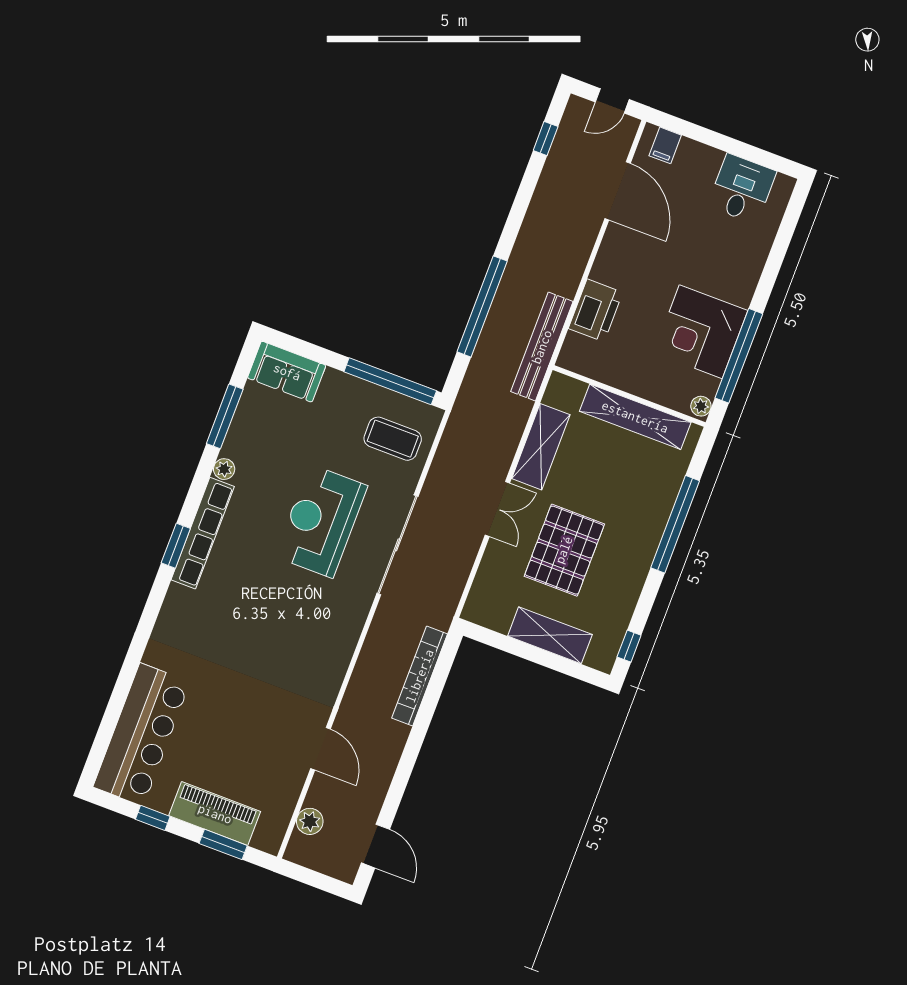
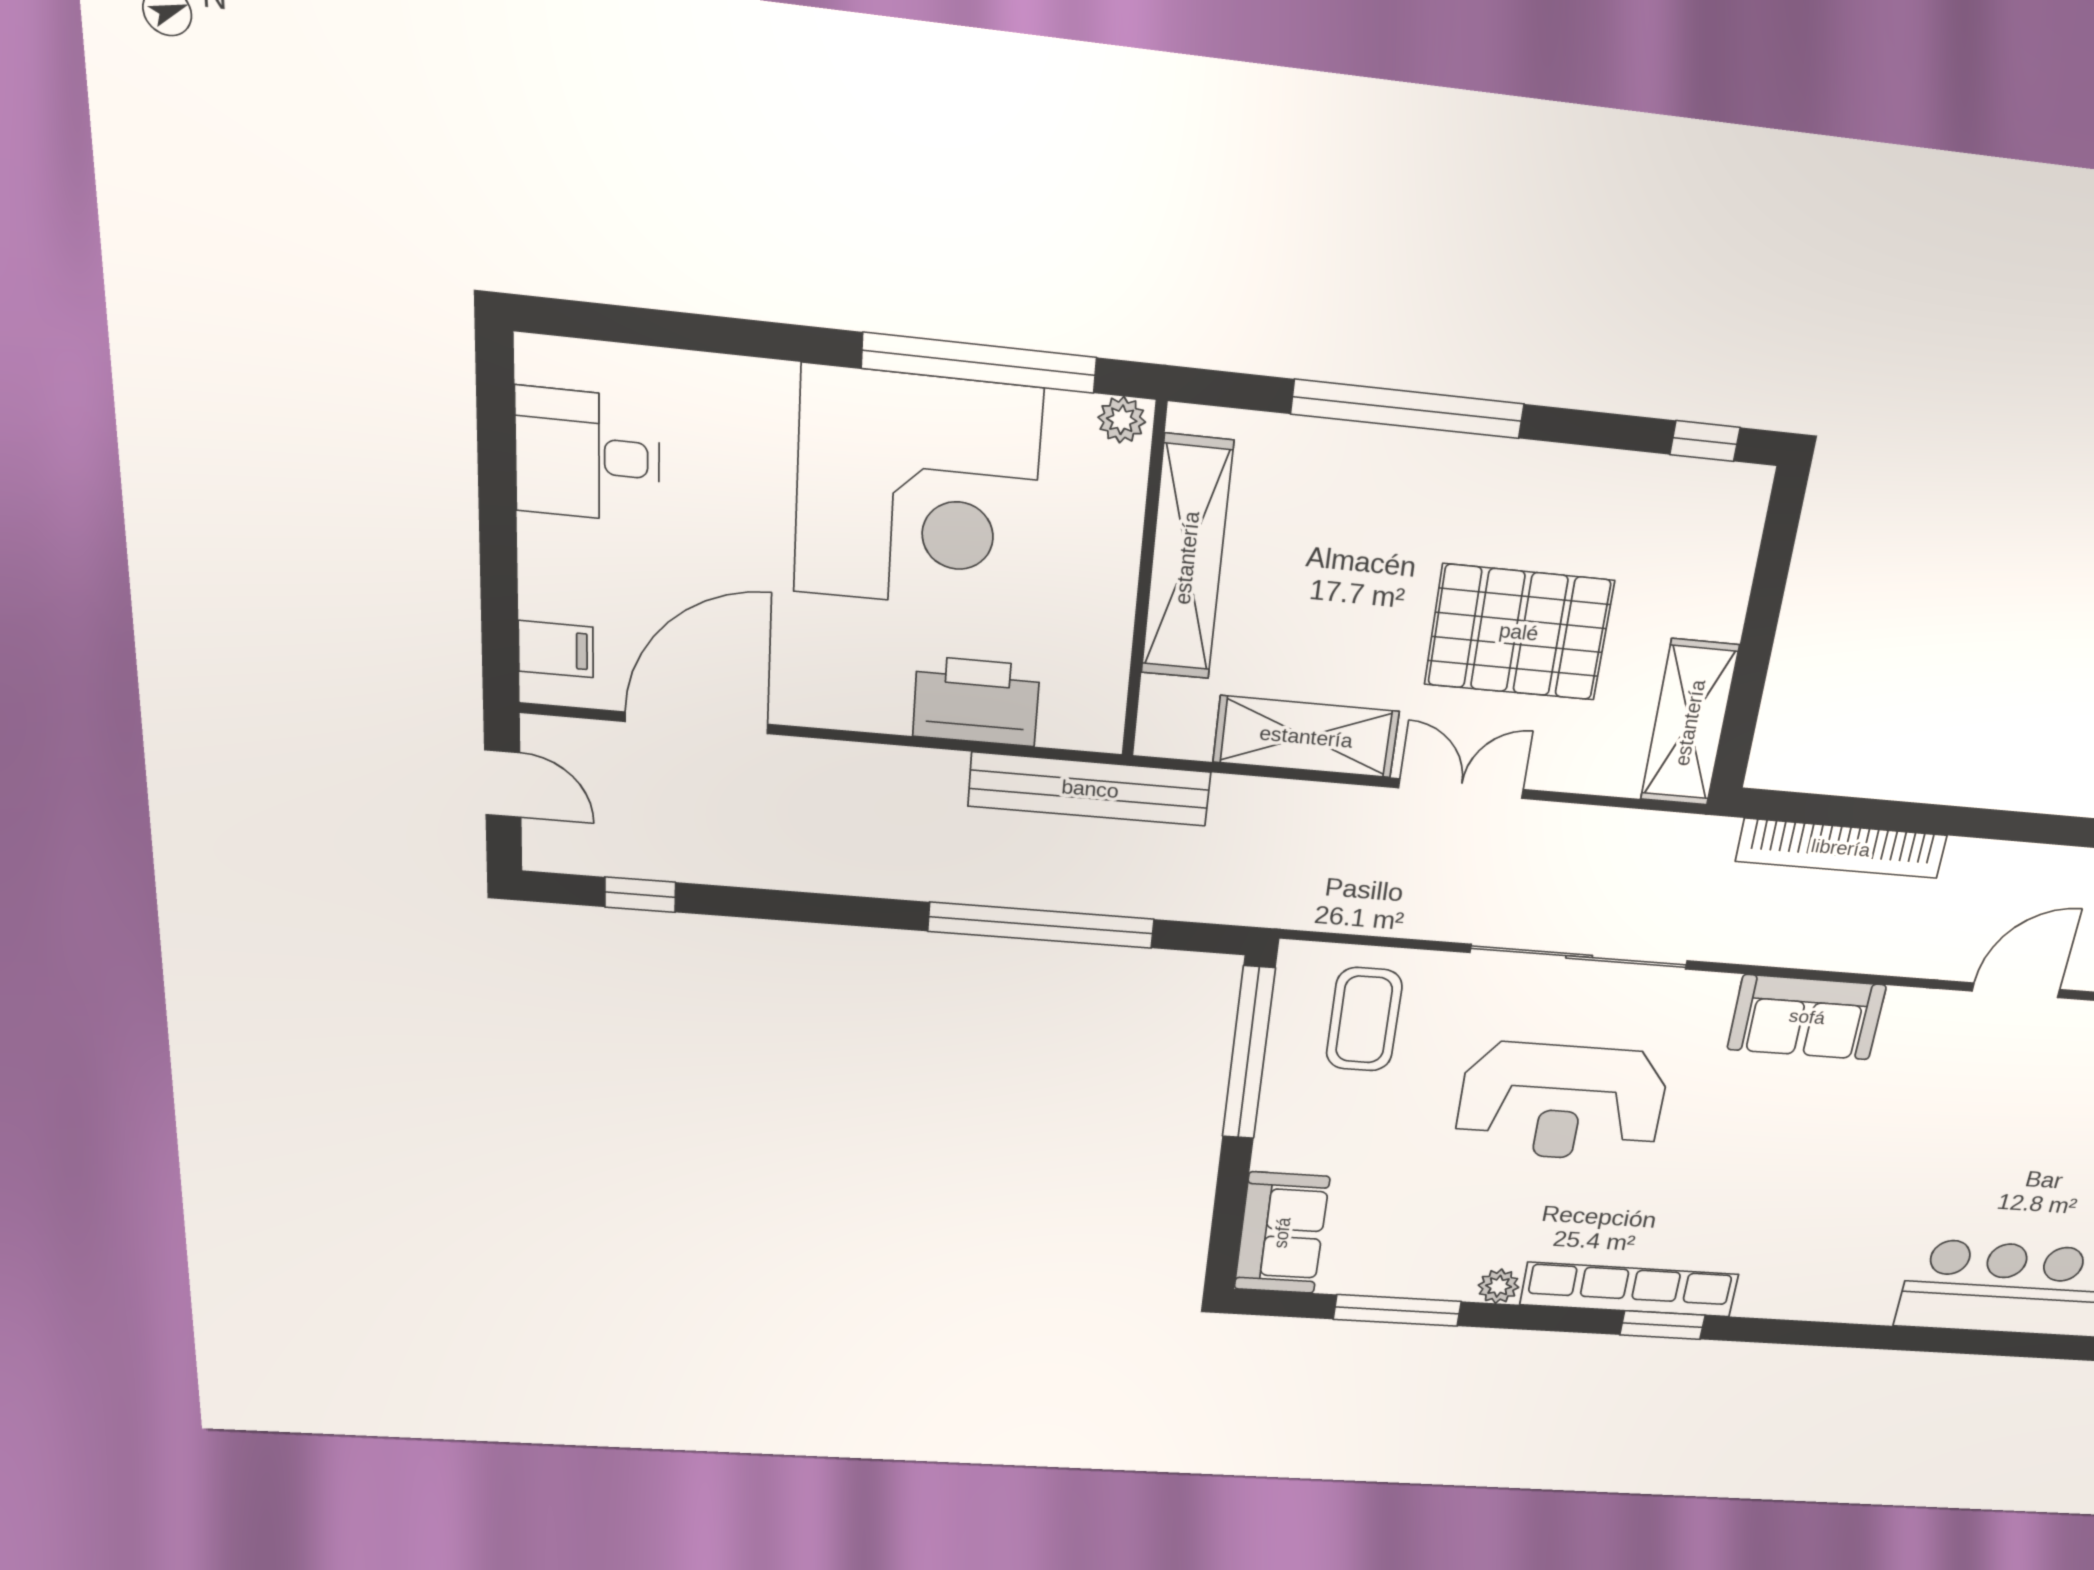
corner desk: (701, 332) -> (917, 491), width x1.36, depth x1.36
shelving: (550, 635) -> (1690, 723), moved
sofa: (334, 646) -> (1807, 1017), added

